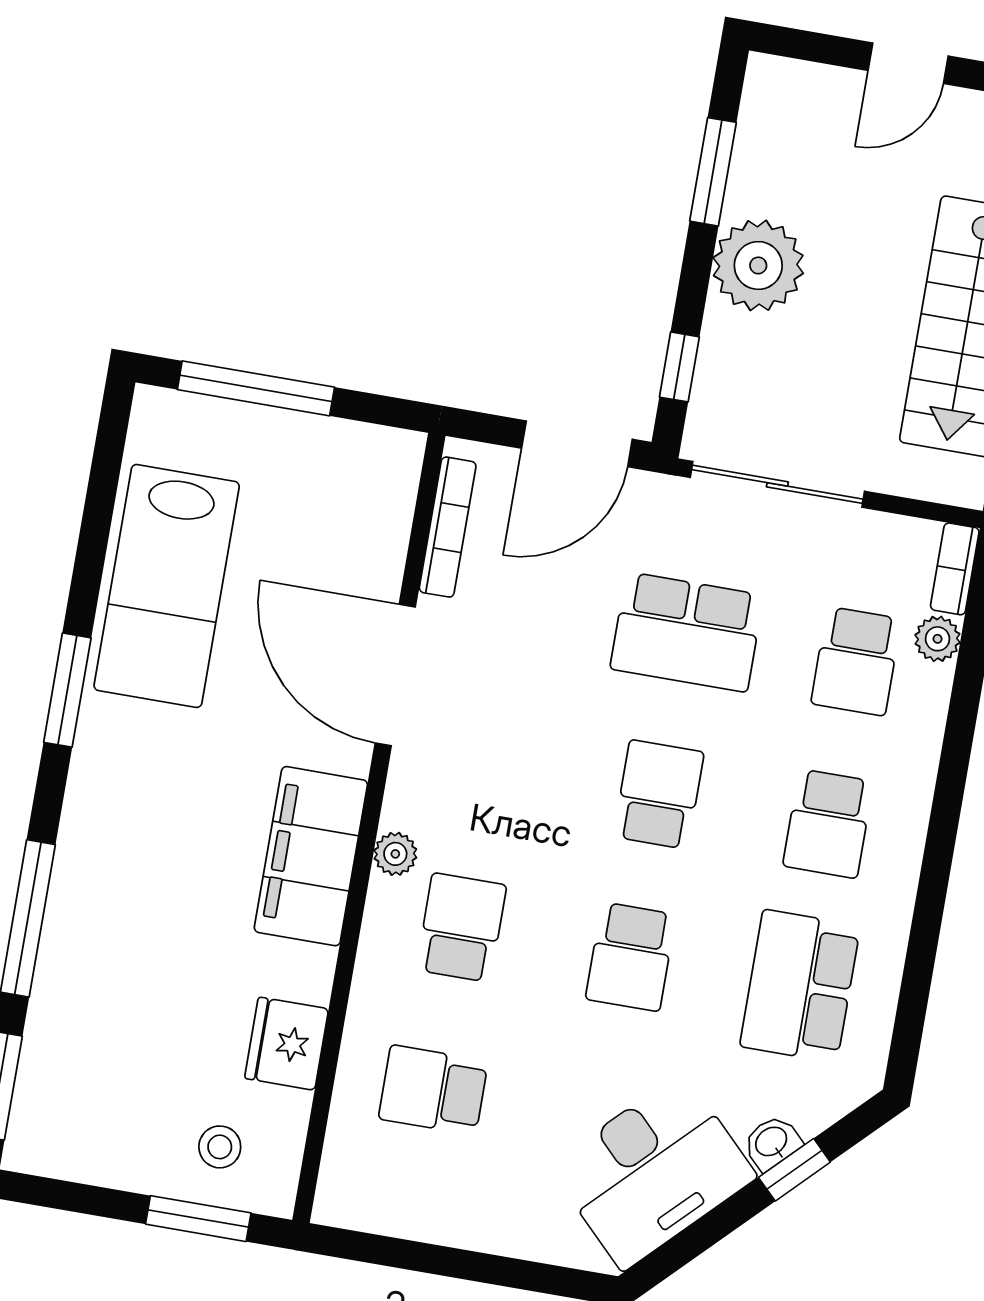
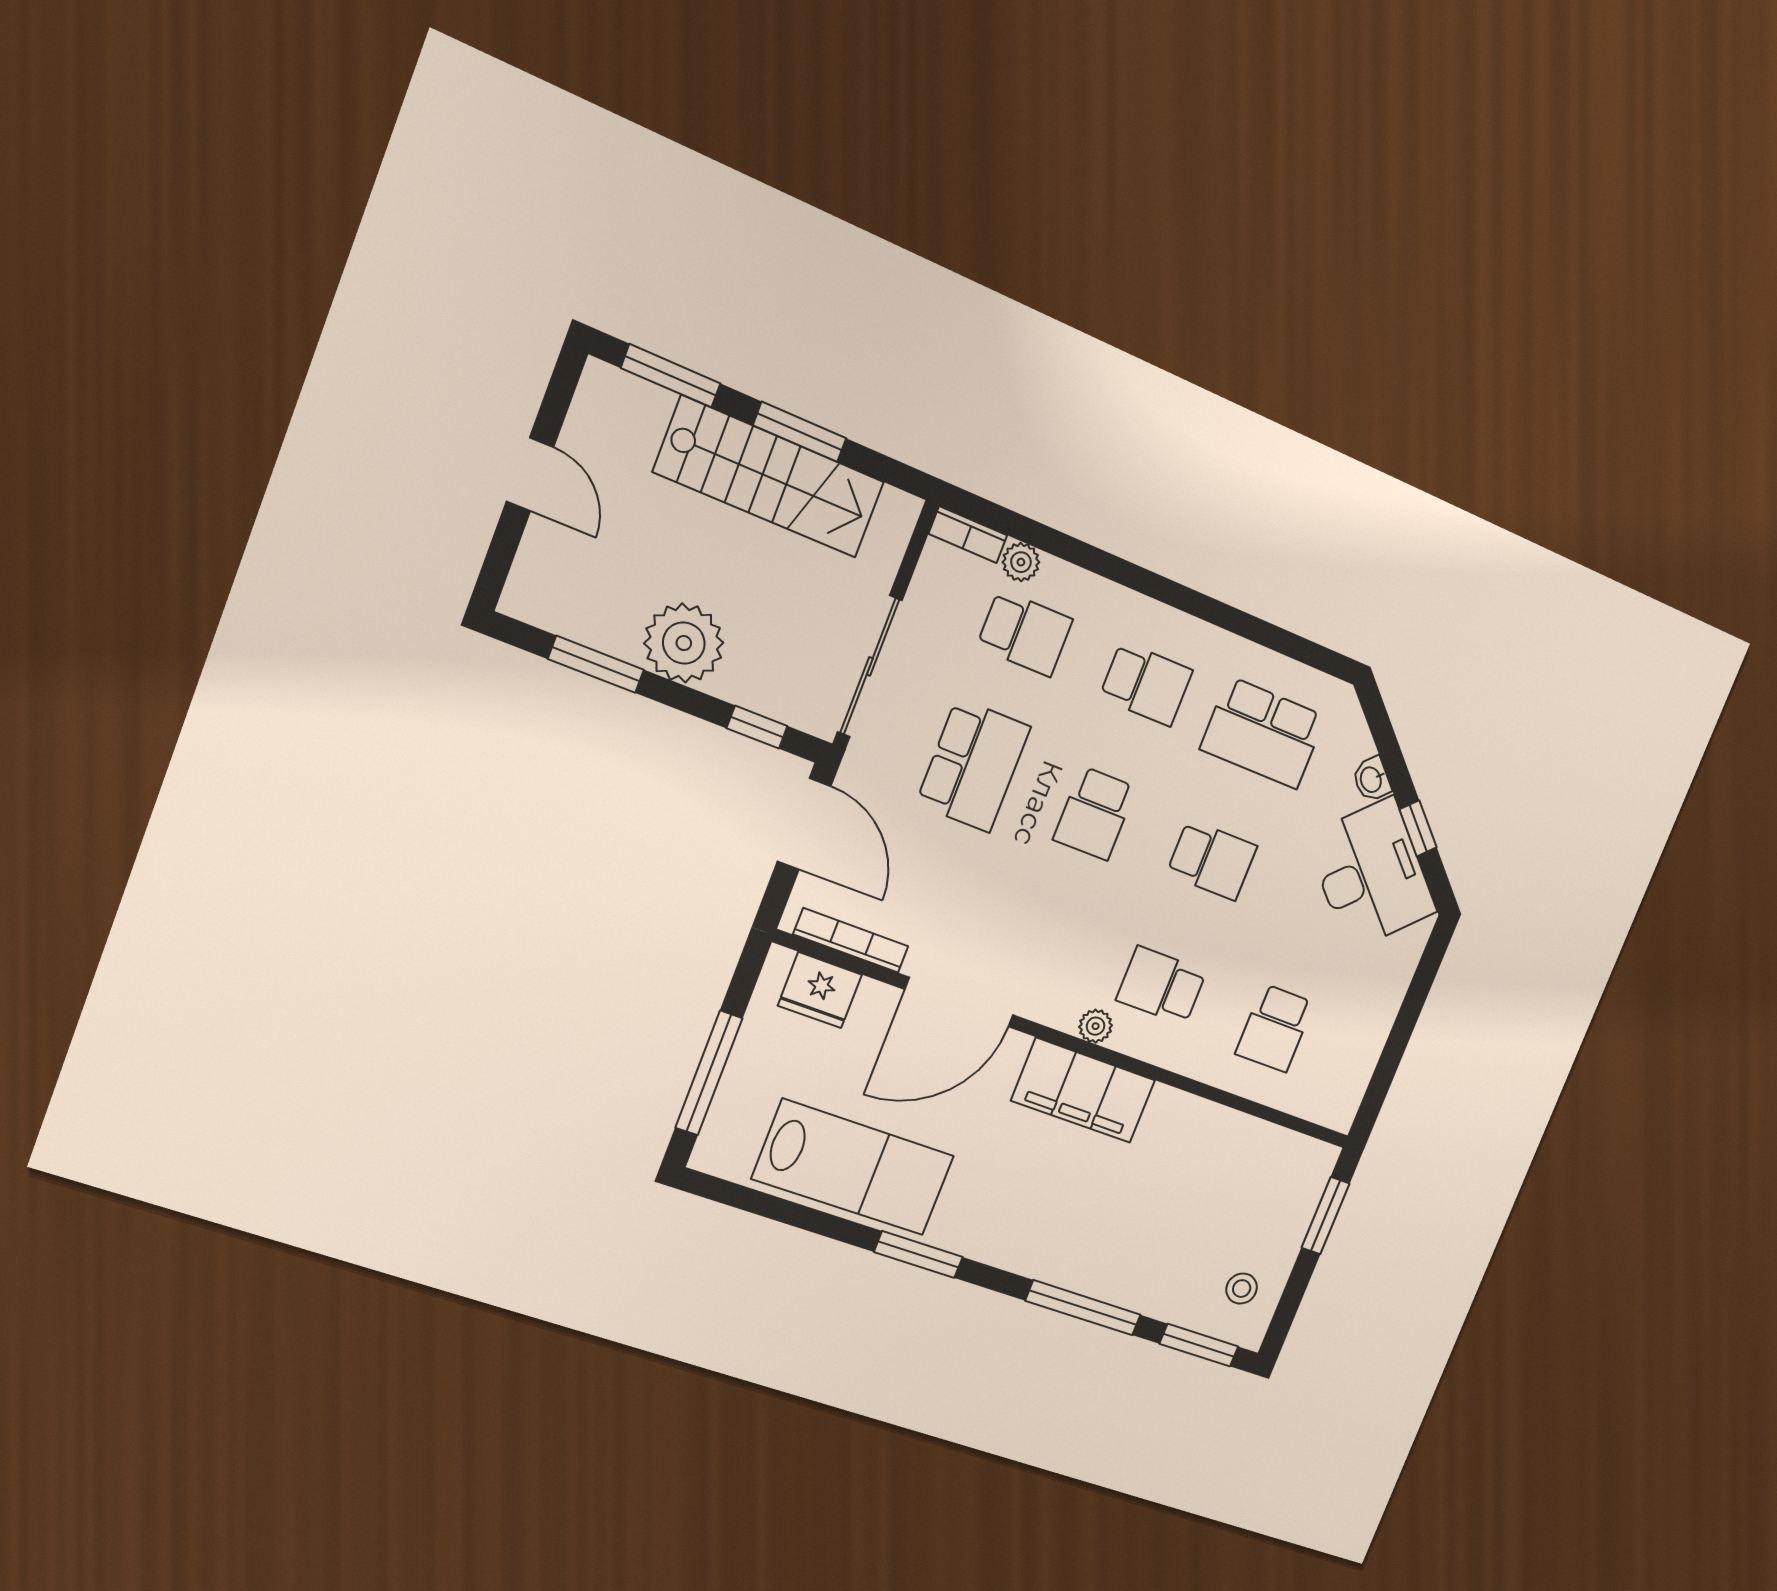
school desk: (659, 794) -> (1095, 813), turned -90
fridge: (287, 1044) -> (820, 990), moved
stool: (220, 1147) -> (1242, 1289), moved
window: (794, 1170) -> (1418, 828), moved

